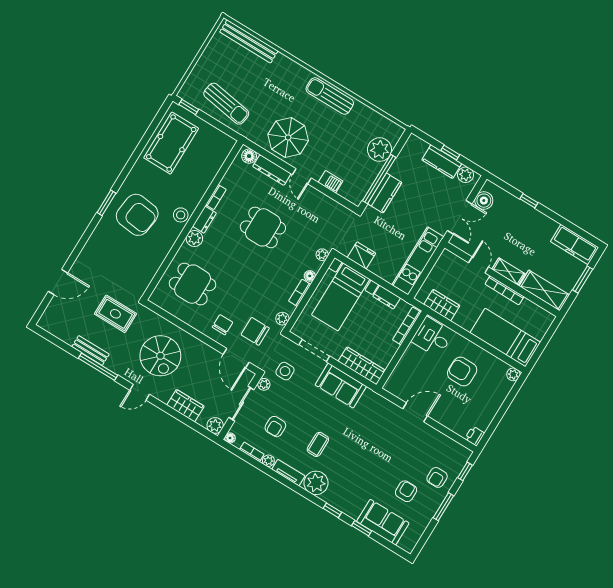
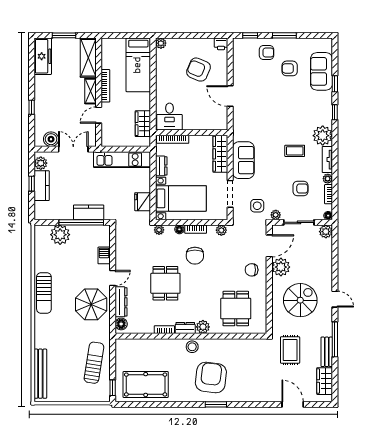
chair: (255, 331) -> (195, 256), moved
plant: (207, 357) -> (281, 267), added
armchair: (462, 372) -> (199, 70), moved, turned 113
wardrobe: (186, 406) -> (325, 381), moved

